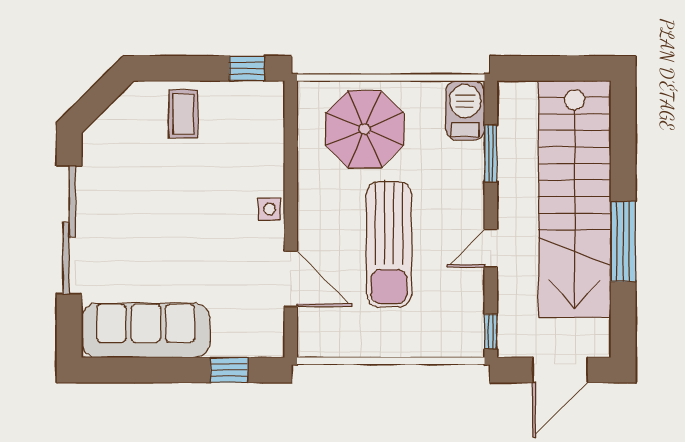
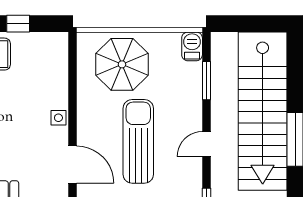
window: (247, 68) -> (18, 24), moved
barbecue: (465, 110) -> (192, 46), width x0.73, depth x0.79
sun lounger: (389, 244) -> (138, 141), turned 180

